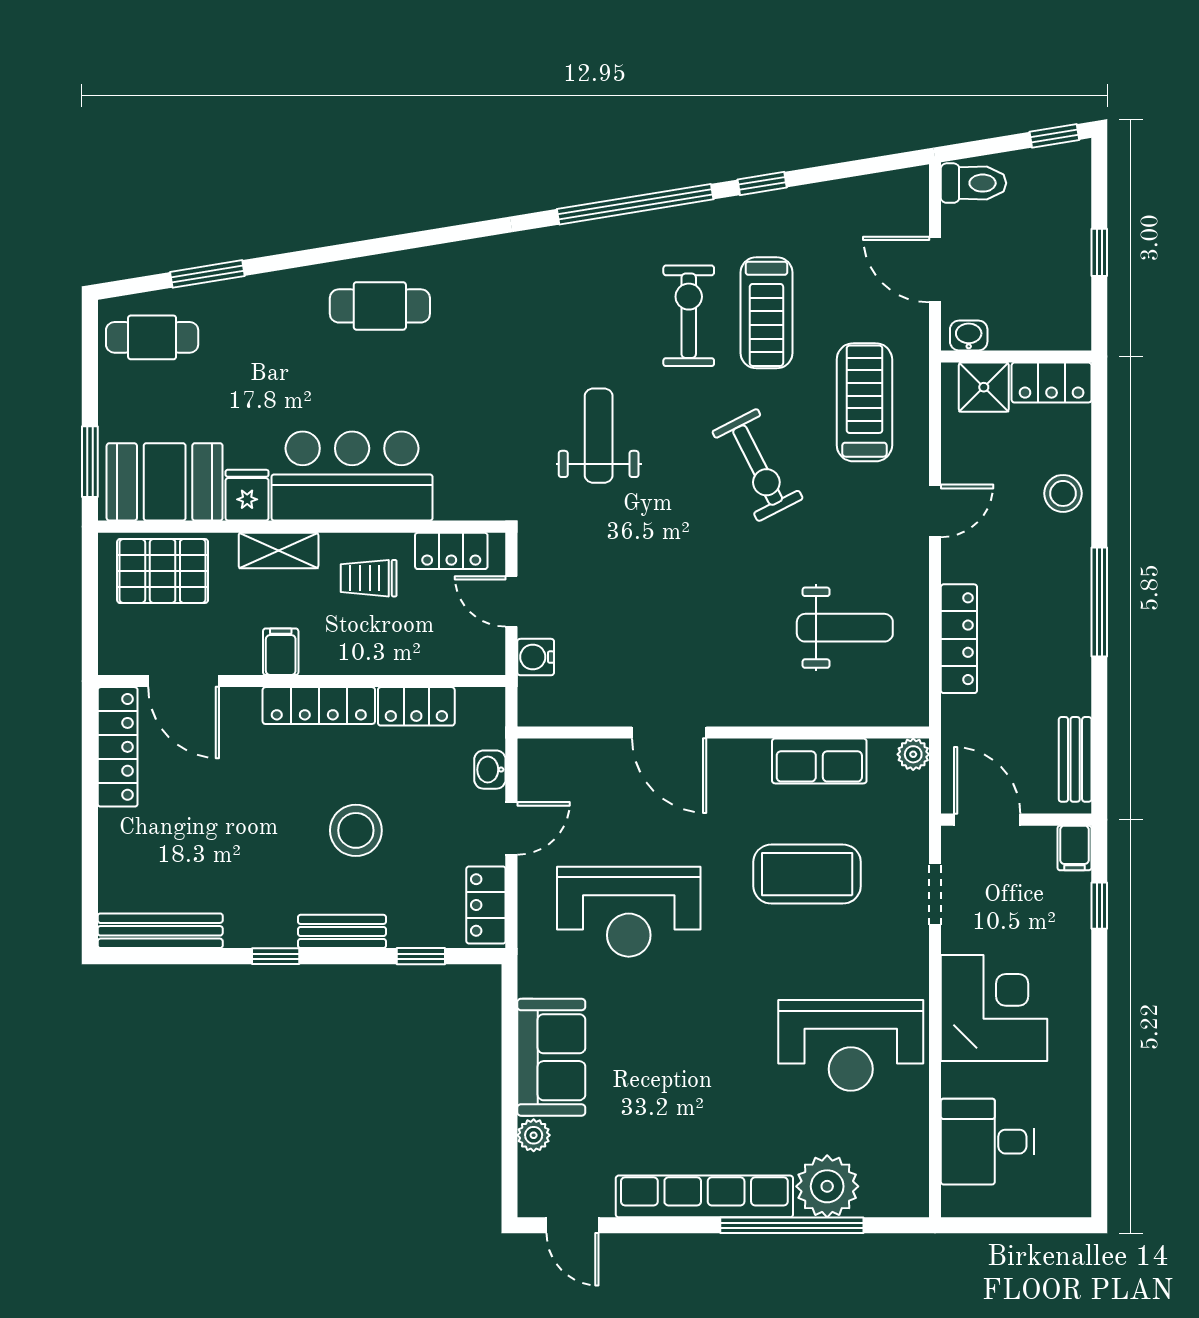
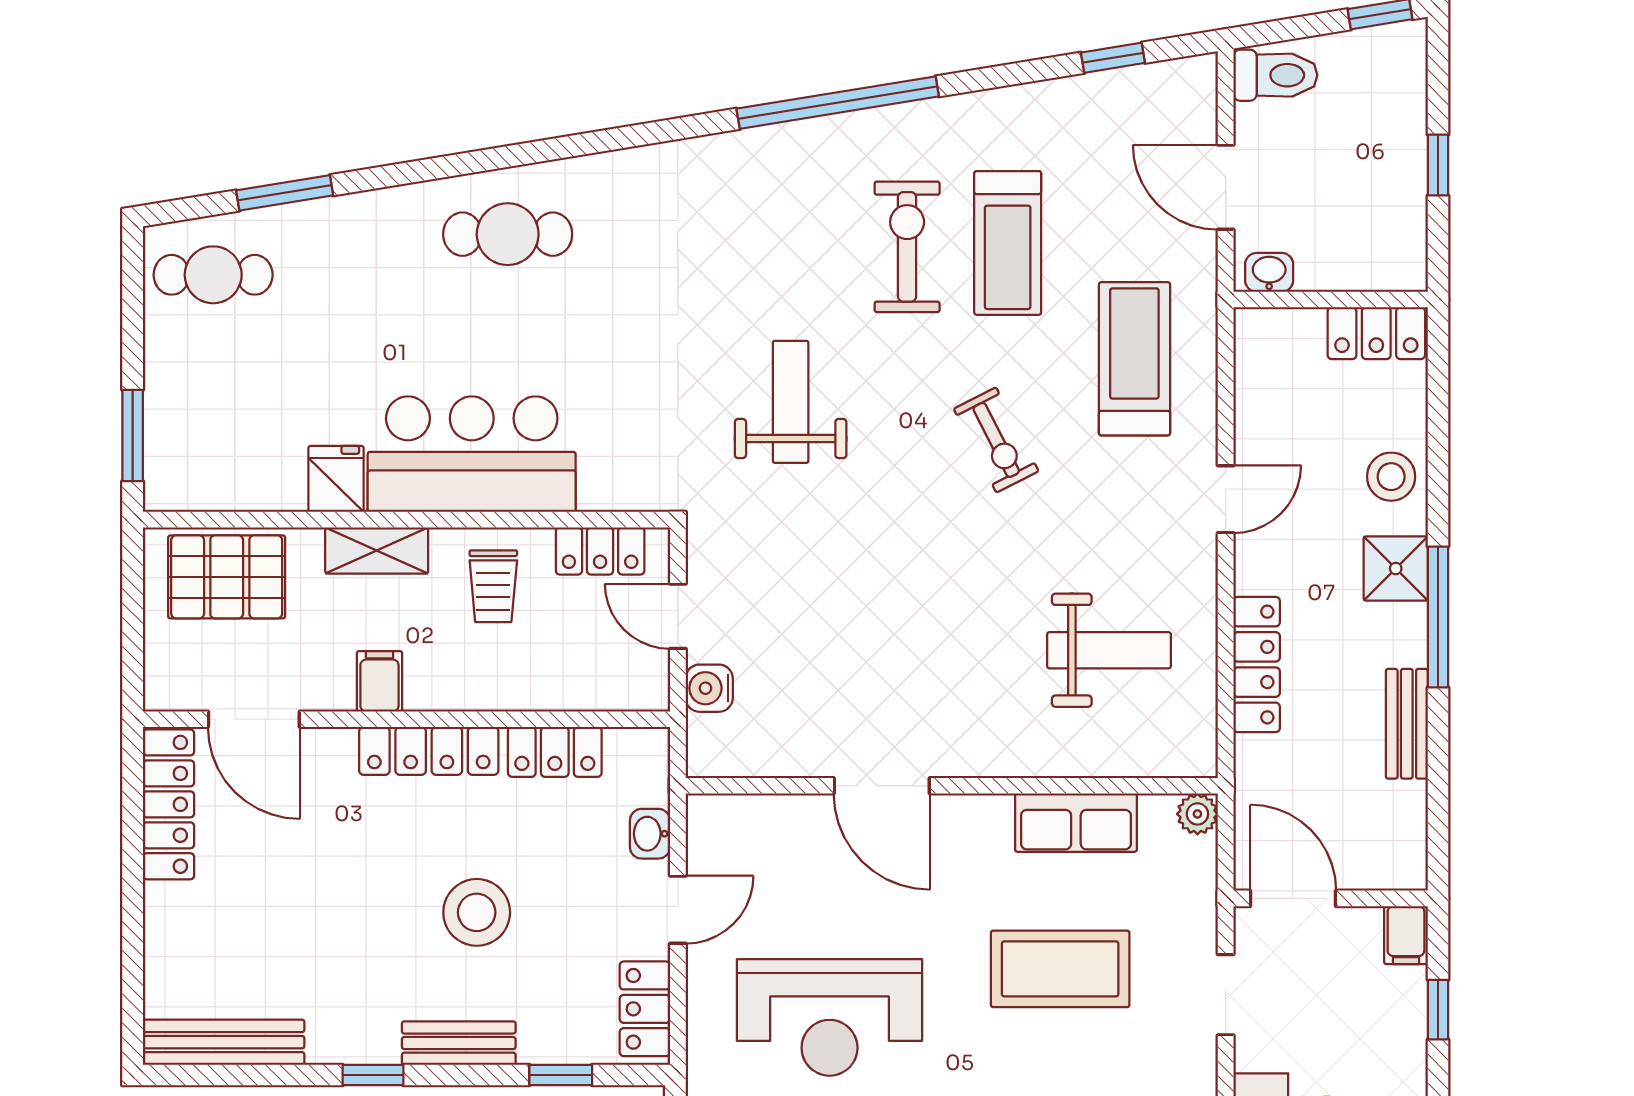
window: (762, 183) -> (1113, 58), moved
shower: (984, 387) -> (1396, 569), moved
exercise bike: (758, 465) -> (996, 440), width x0.73, depth x0.72
booth: (165, 482) -> (229, 462), removed
trolley: (369, 578) -> (493, 586), turned -90
bench: (1075, 759) -> (1407, 724), moved

